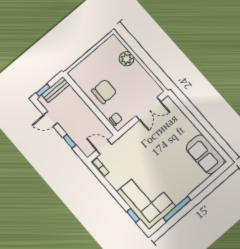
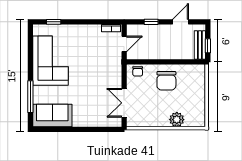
window: (43, 90) -> (208, 46), moved
corner sofa: (146, 199) -> (50, 61), moved, turned -90
window: (177, 209) -> (30, 97), moved

